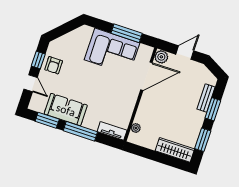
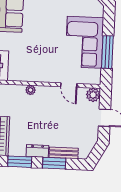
door: (146, 76) -> (69, 85), width x0.53
dresser: (198, 121) -> (37, 151), added
plant: (136, 128) -> (31, 90), moved

